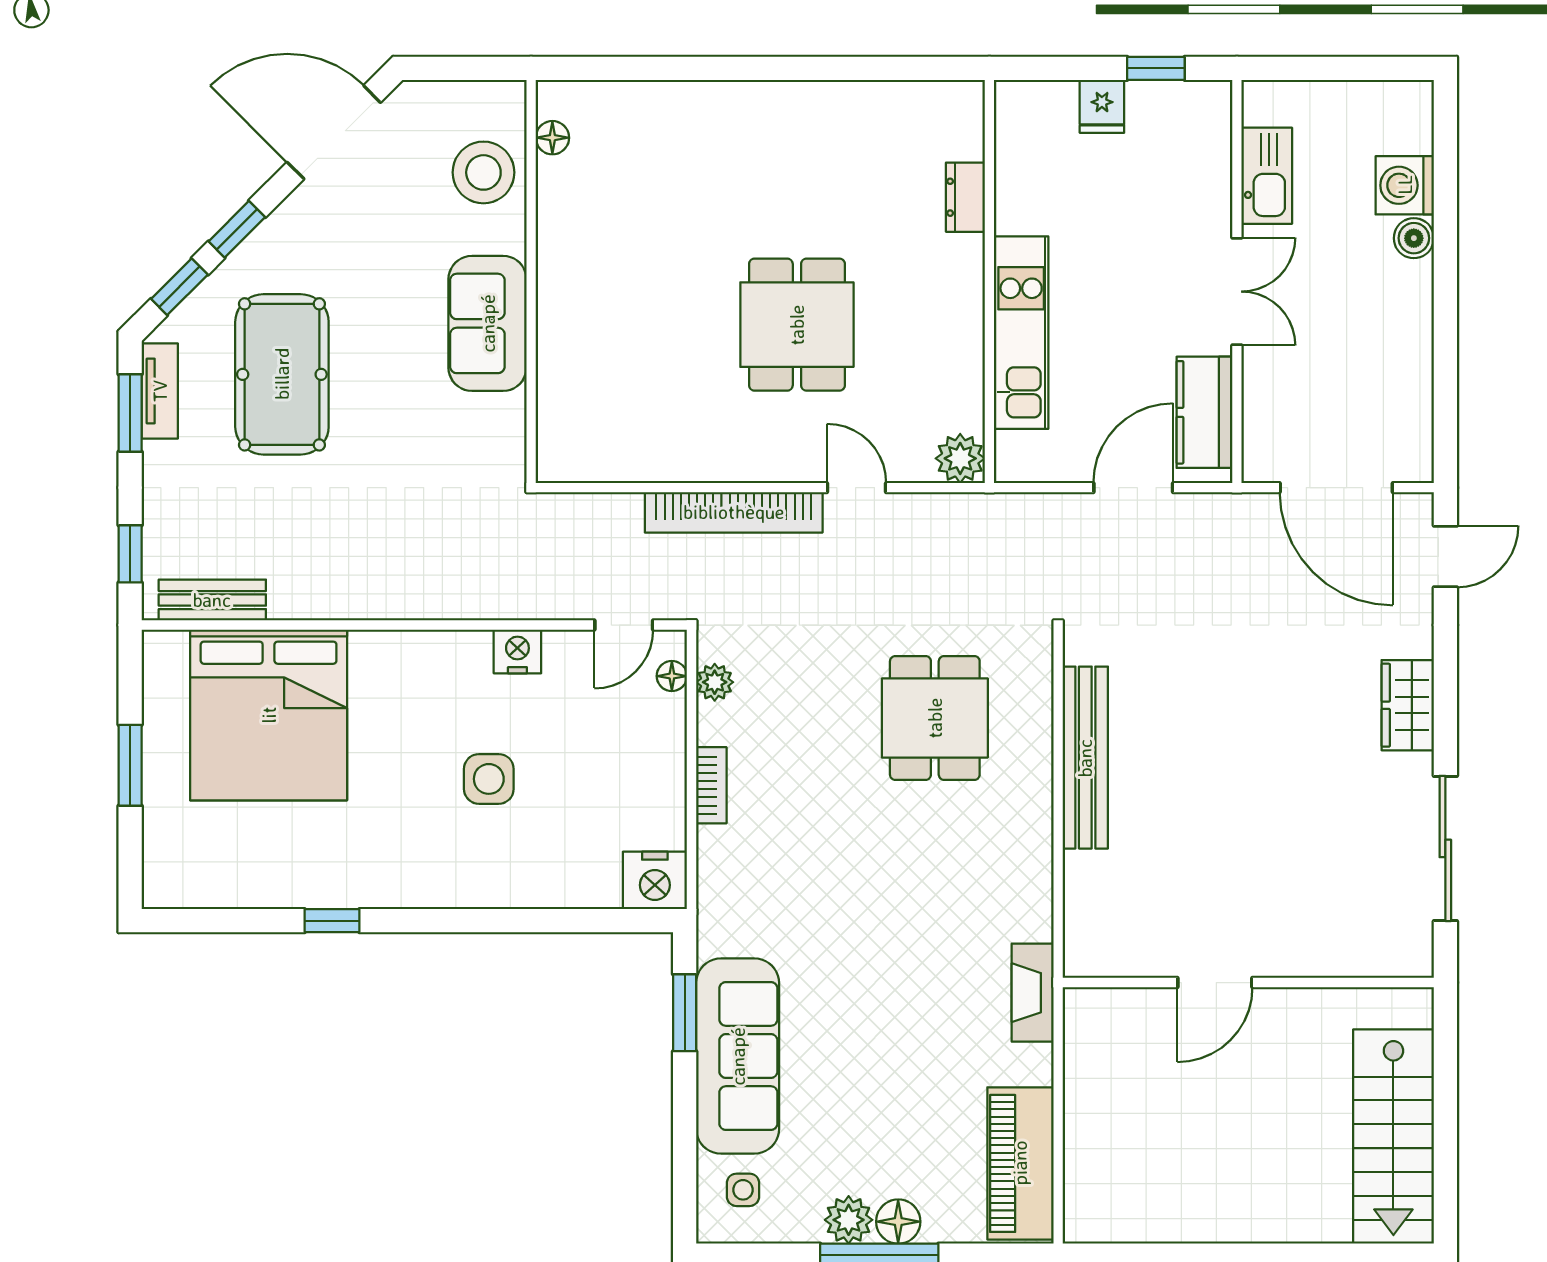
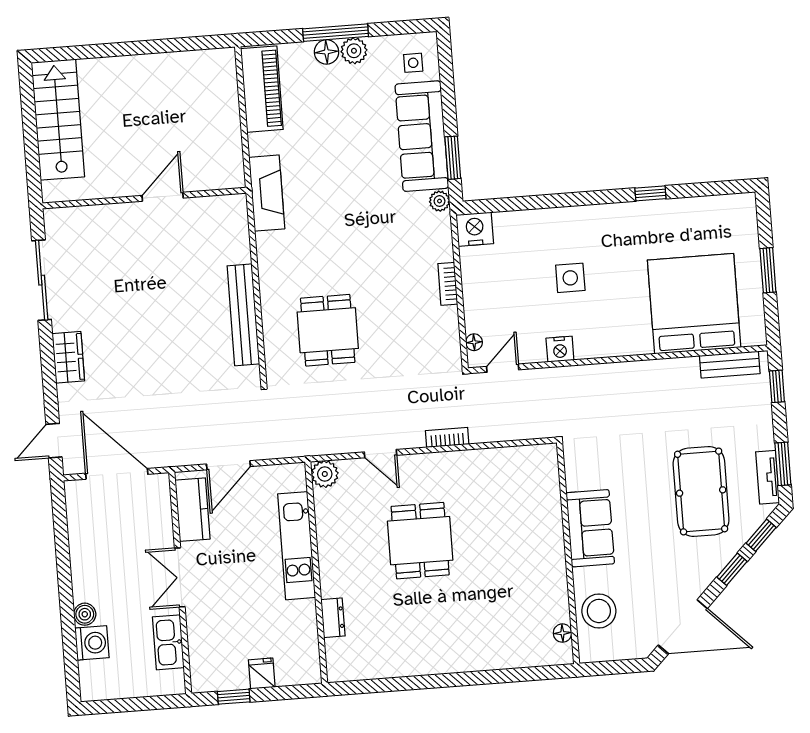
bookcase: (734, 512) -> (447, 437), width x0.43, depth x0.76
plant: (715, 682) -> (439, 201), moved
fireplace: (1033, 993) -> (267, 193), width x1.37, depth x1.32

